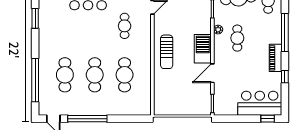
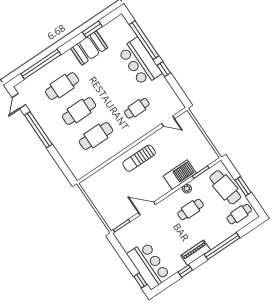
booth: (49, 31) -> (89, 48), added
barbecue: (203, 49) -> (180, 175), moved

